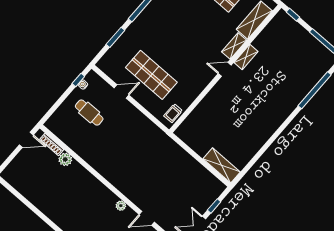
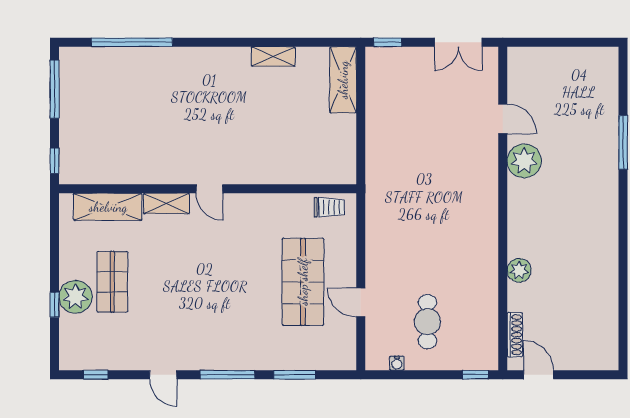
shelving: (246, 57) -> (273, 57), moved
window: (78, 80) -> (475, 375), moved
plant: (65, 159) -> (519, 270), moved
plant: (121, 206) -> (524, 161), width x1.87, depth x1.87
window: (214, 206) -> (388, 42), moved

